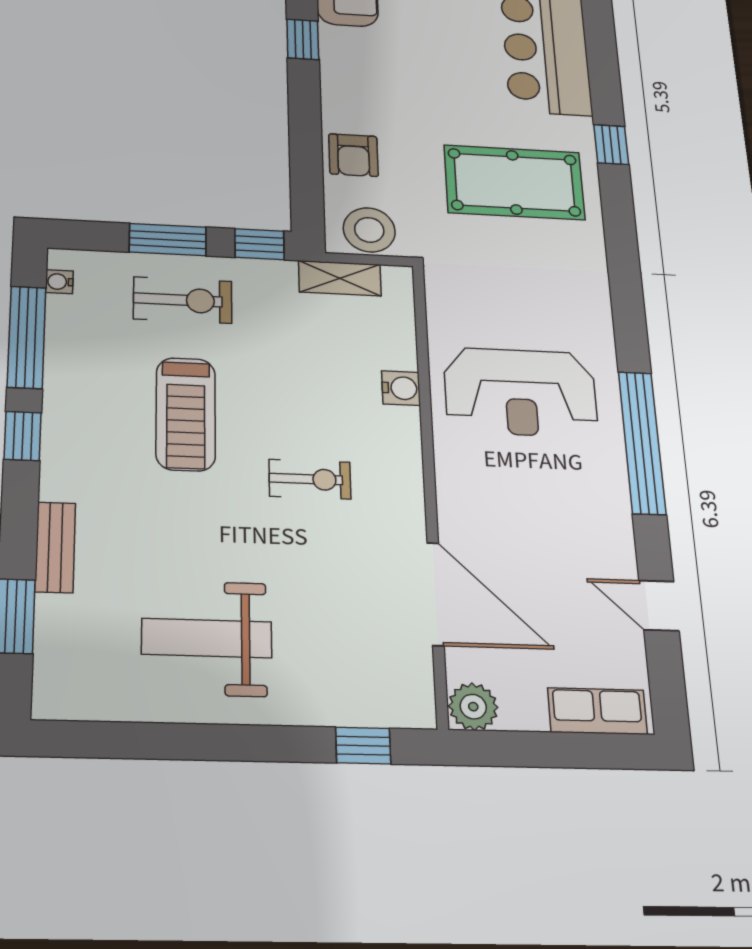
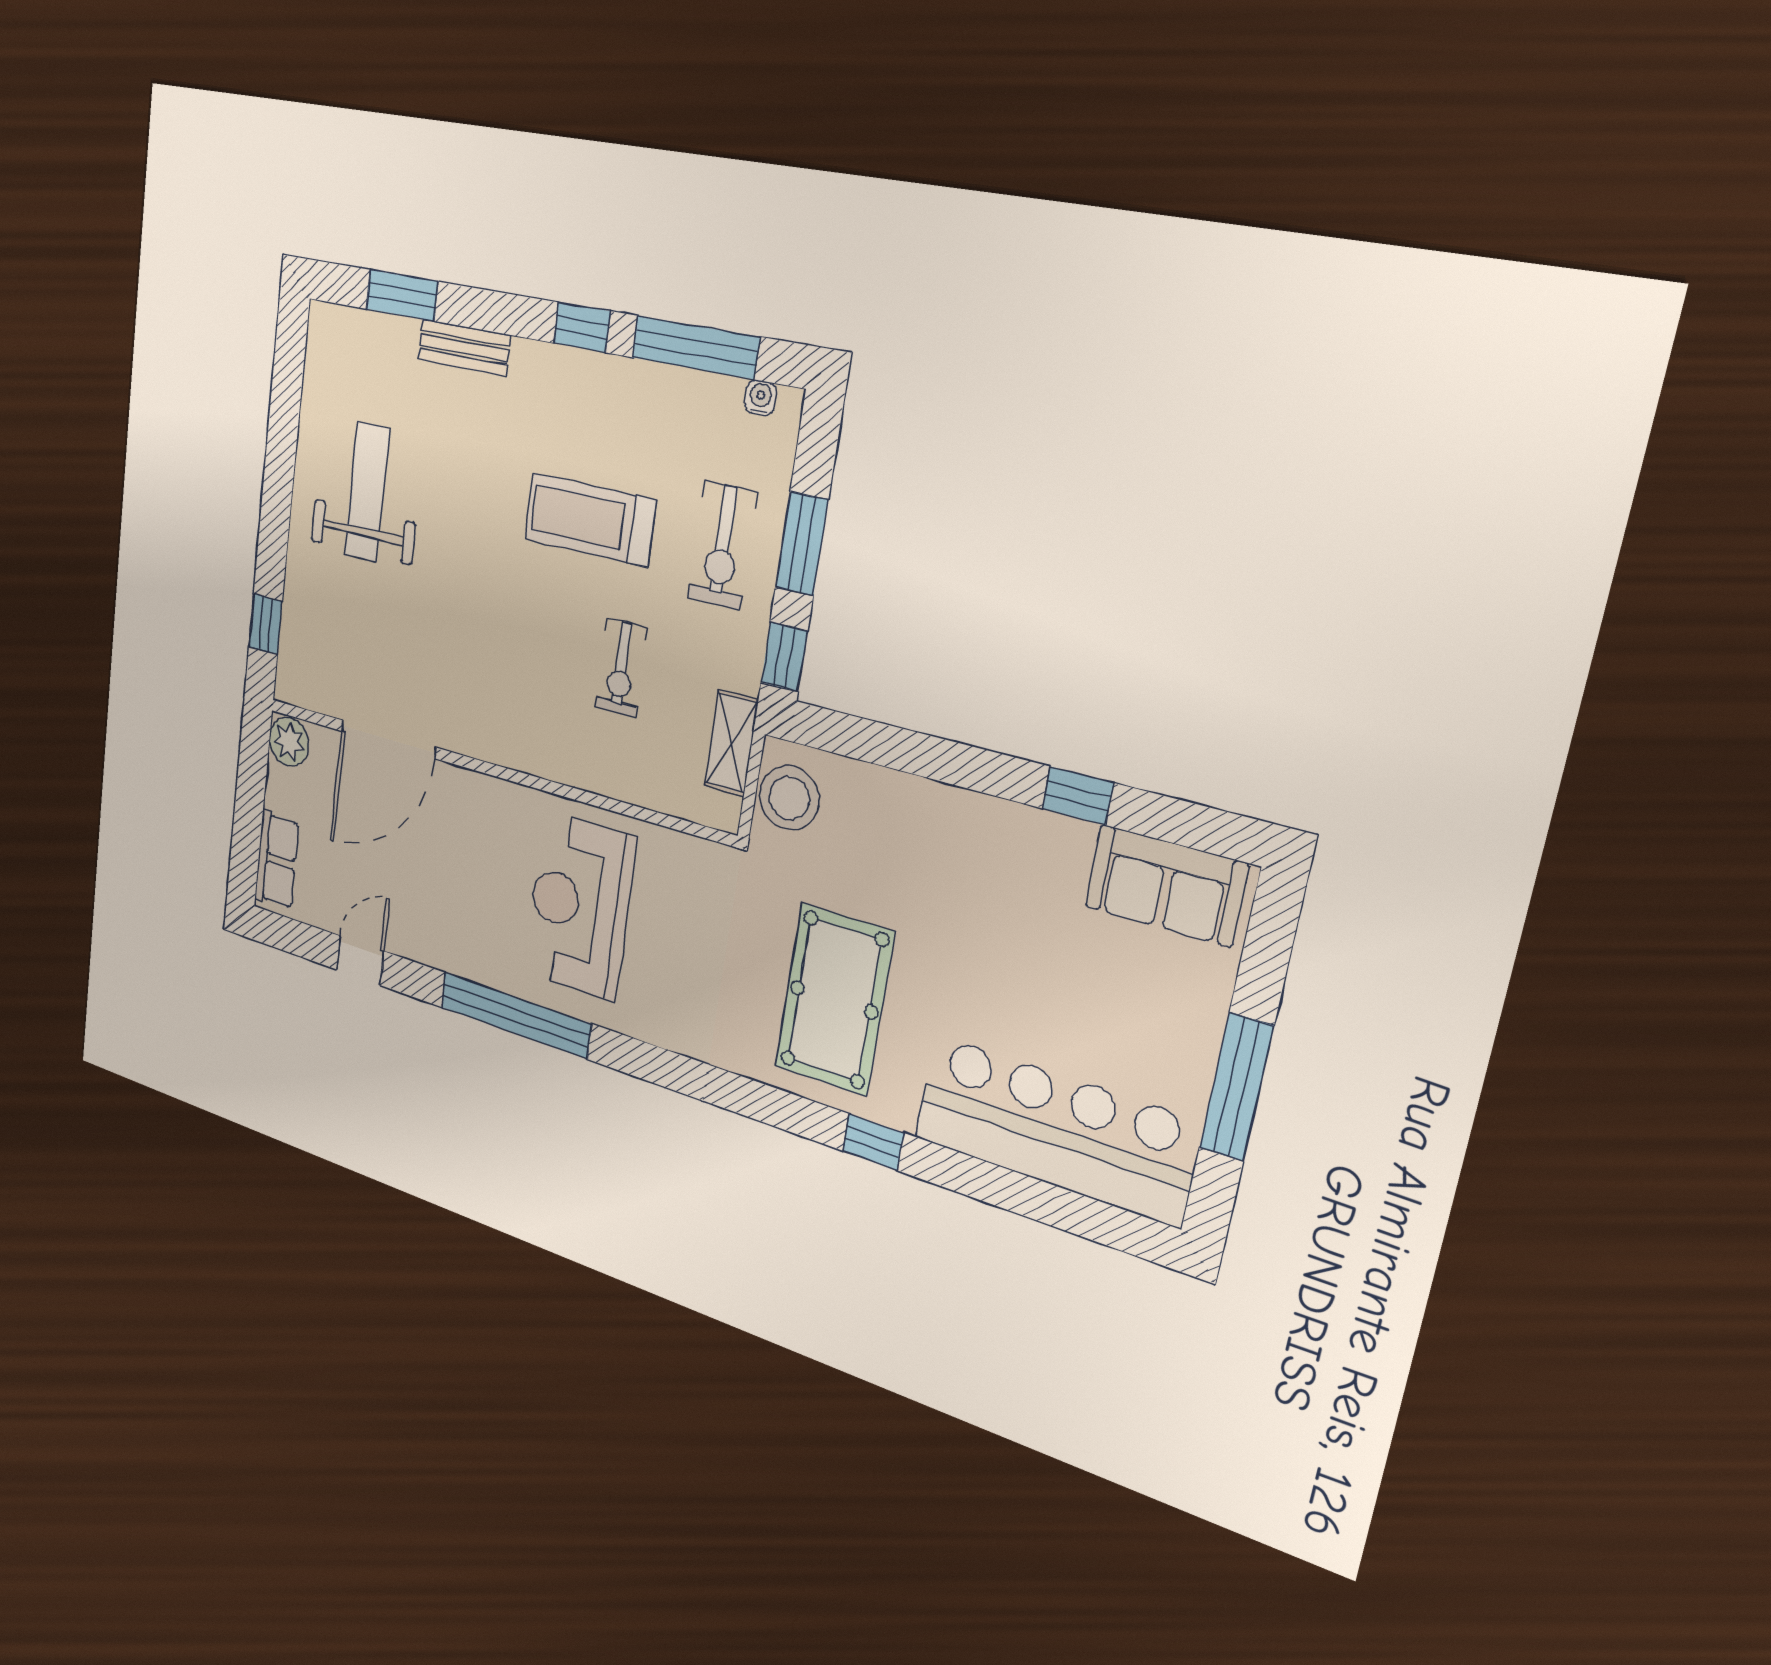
armchair: (353, 155) -> (893, 810), removed
water cooler: (401, 388) -> (596, 773), removed
exercise bike: (310, 479) -> (621, 668), moved

